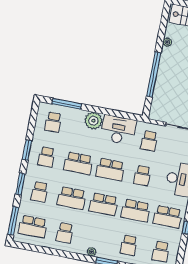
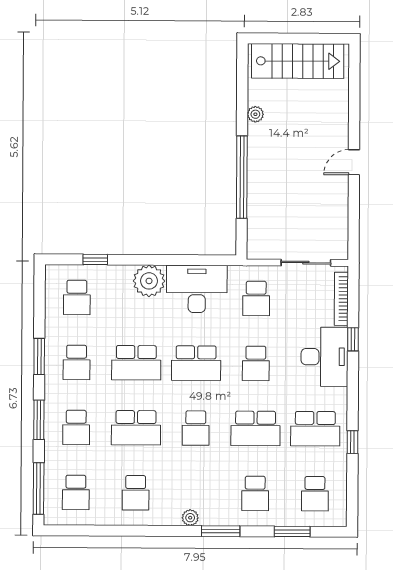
window: (67, 104) -> (95, 260), width x0.46
school desk: (104, 204) -> (196, 428), width x0.54
school desk: (33, 227) -> (76, 492), width x0.54

